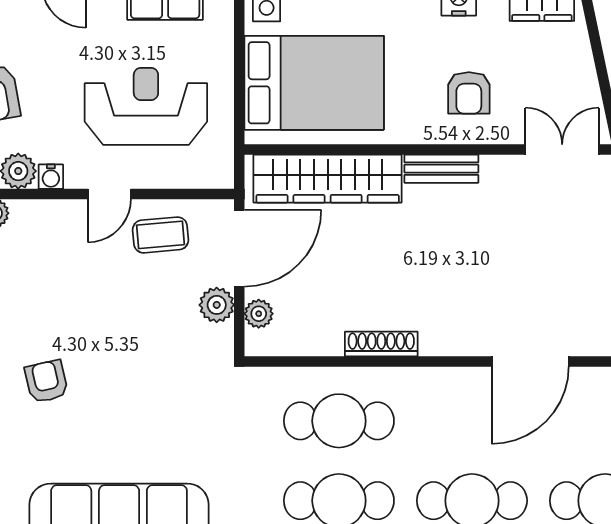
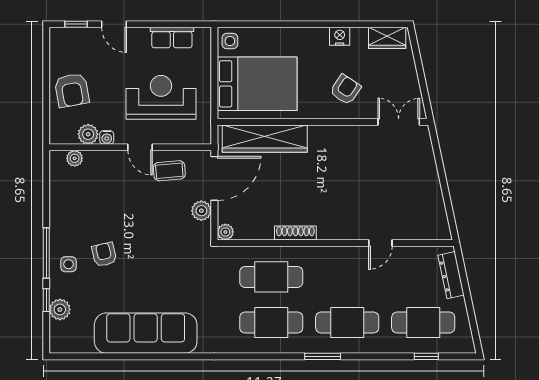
armchair: (469, 93) -> (345, 90), turned -146
bench: (441, 169) -> (330, 133), removed
door: (109, 194) -> (140, 147), hinge flipped
plant: (259, 314) -> (225, 232), moved
door: (530, 362) -> (380, 243), width x0.53

